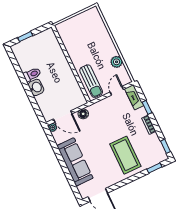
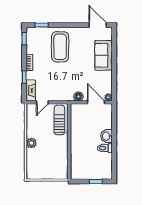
plant: (117, 62) -> (31, 143), moved
sofa: (75, 162) -> (104, 55), width x0.73

